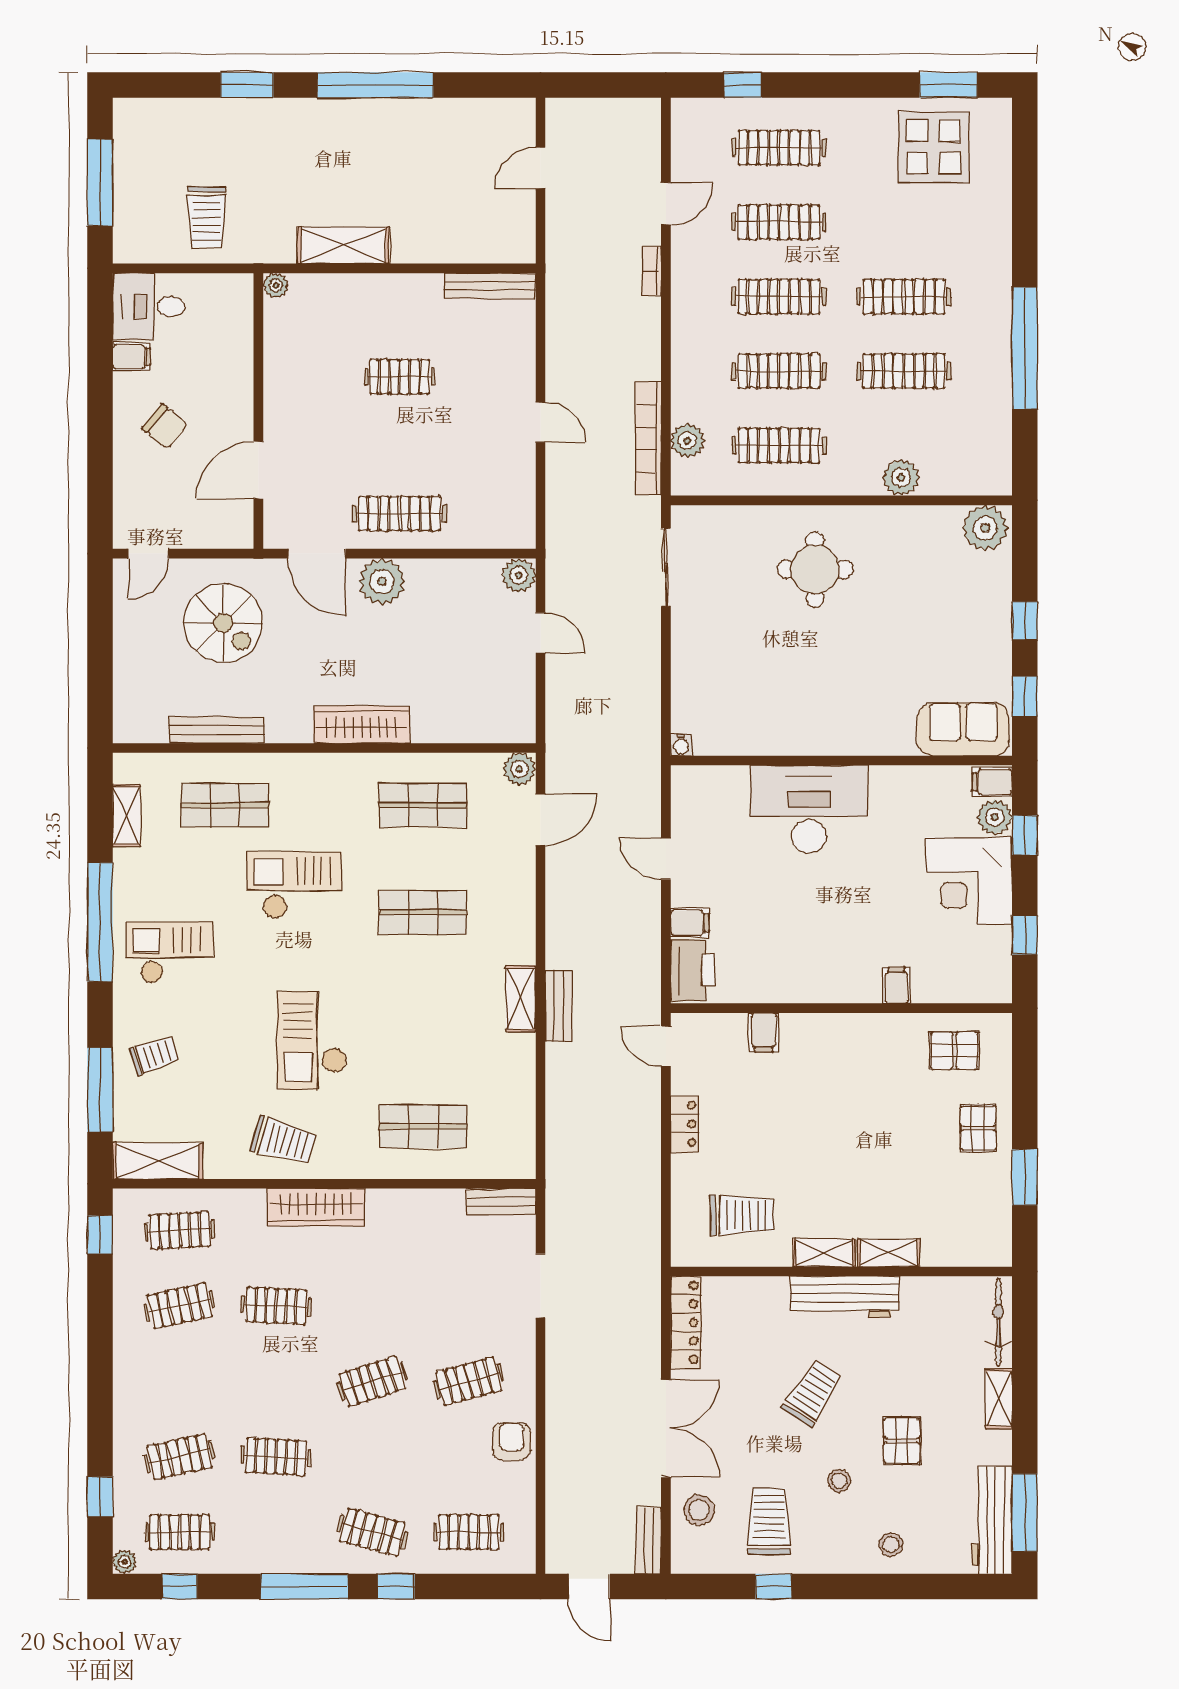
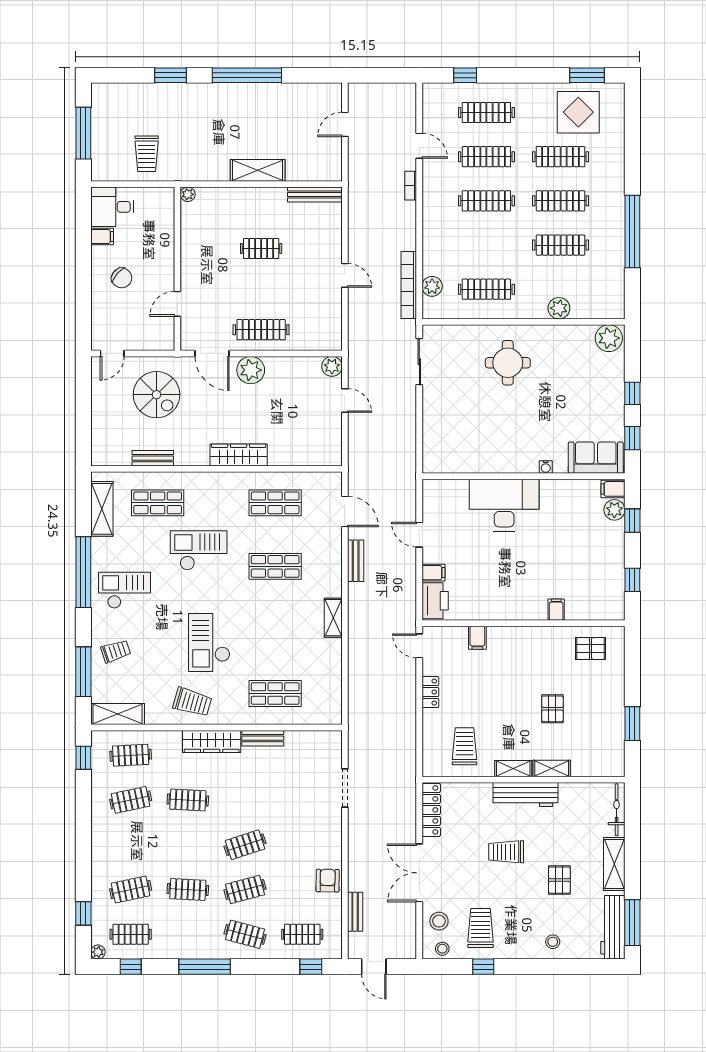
door: (666, 204) -> (419, 146), hinge flipped
shelving: (343, 245) -> (258, 170), moved
clothes rail: (779, 371) -> (561, 157), moved
door: (258, 470) -> (177, 304), width x0.73
bench: (217, 730) -> (153, 458), width x0.73
water cooler: (681, 745) -> (546, 467), moved
plant: (519, 769) -> (332, 481), removed
shelving: (126, 815) -> (102, 509), width x1.50, depth x1.33
door: (540, 820) -> (345, 511), hinge flipped
corner desk: (969, 881) -> (599, 548), removed
bench: (559, 1006) -> (356, 561), moved
pallet: (978, 1128) -> (552, 709), moved
bench: (501, 1202) -> (263, 738), moved
trolley: (742, 1215) -> (465, 746), turned -90
clothes rail: (469, 1381) -> (245, 890), moved
trolley: (812, 1393) -> (506, 852), turned -123
shelving: (999, 1399) -> (614, 864), width x1.50, depth x1.33
double door: (666, 1429) -> (419, 873), swing flipped
stool: (839, 1481) -> (442, 949), moved
bench: (649, 1541) -> (355, 912), moved
window: (396, 1587) -> (311, 967), moved

